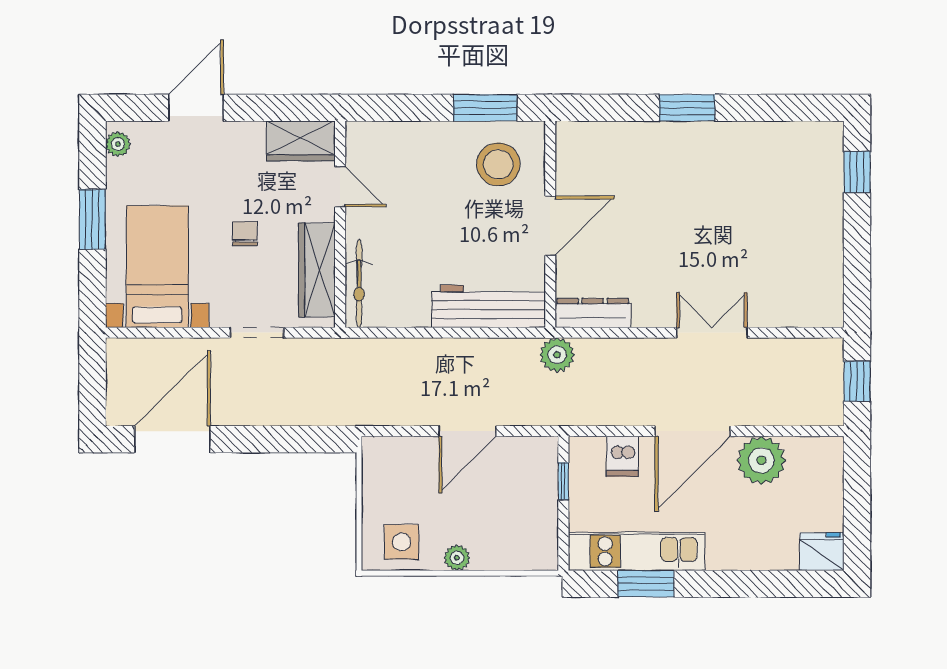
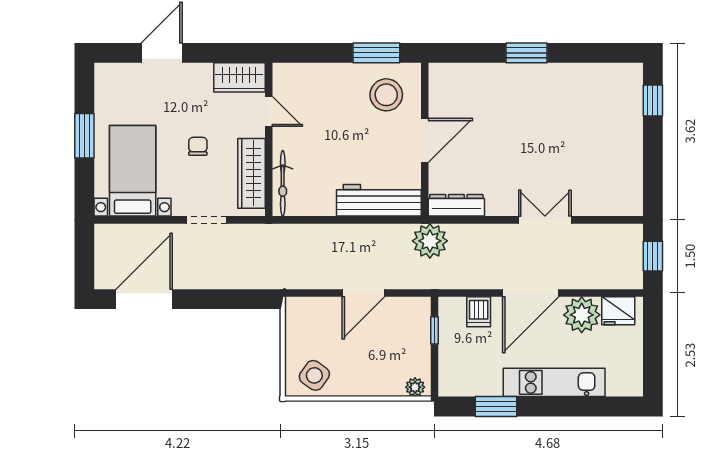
plant: (118, 144) -> (103, 80), removed
plant: (557, 355) -> (430, 241), width x1.36, depth x1.36
side table: (402, 542) -> (314, 375), turned 35
kitchen unit: (637, 551) -> (554, 382), moved
fridge: (822, 552) -> (618, 311), moved, turned 180
plant: (457, 558) -> (415, 387), moved

